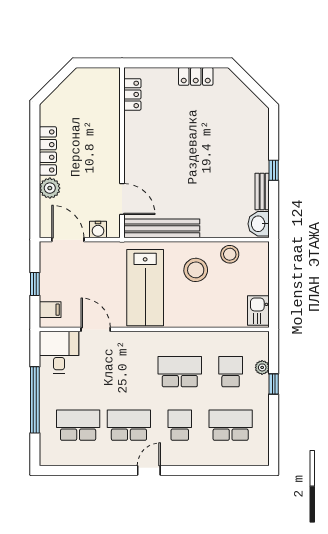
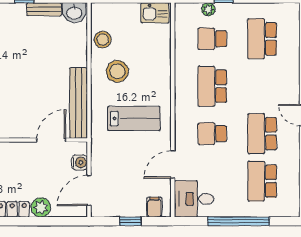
lab bench: (145, 288) -> (134, 119), width x0.73, depth x0.72
school desk: (180, 425) -> (212, 134), moved

